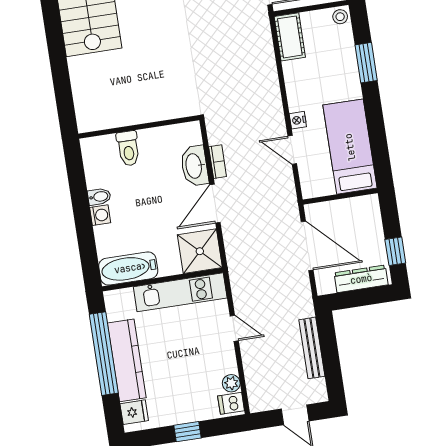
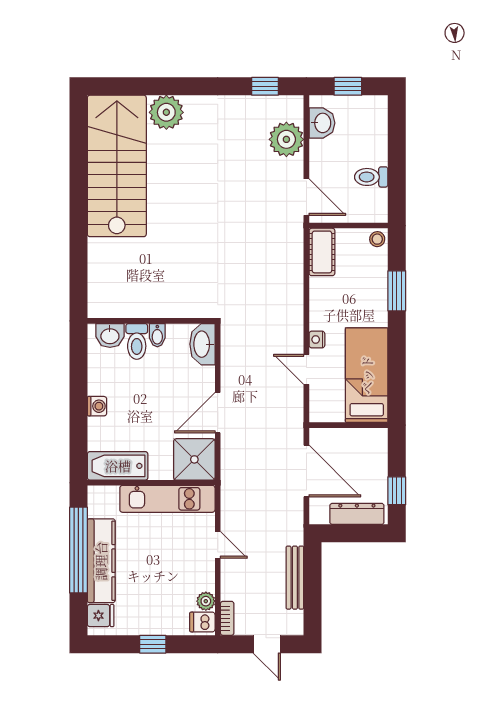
washbasin: (102, 147) -> (110, 336), added
bookcase: (218, 162) -> (227, 618), moved
washbasin: (194, 166) -> (202, 344), moved
bidet: (99, 197) -> (157, 335), moved, turned 90

